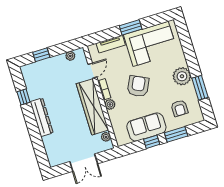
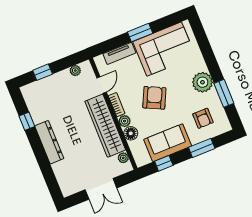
floor lamp: (114, 116) -> (131, 133), added
window: (152, 142) -> (164, 163), moved

